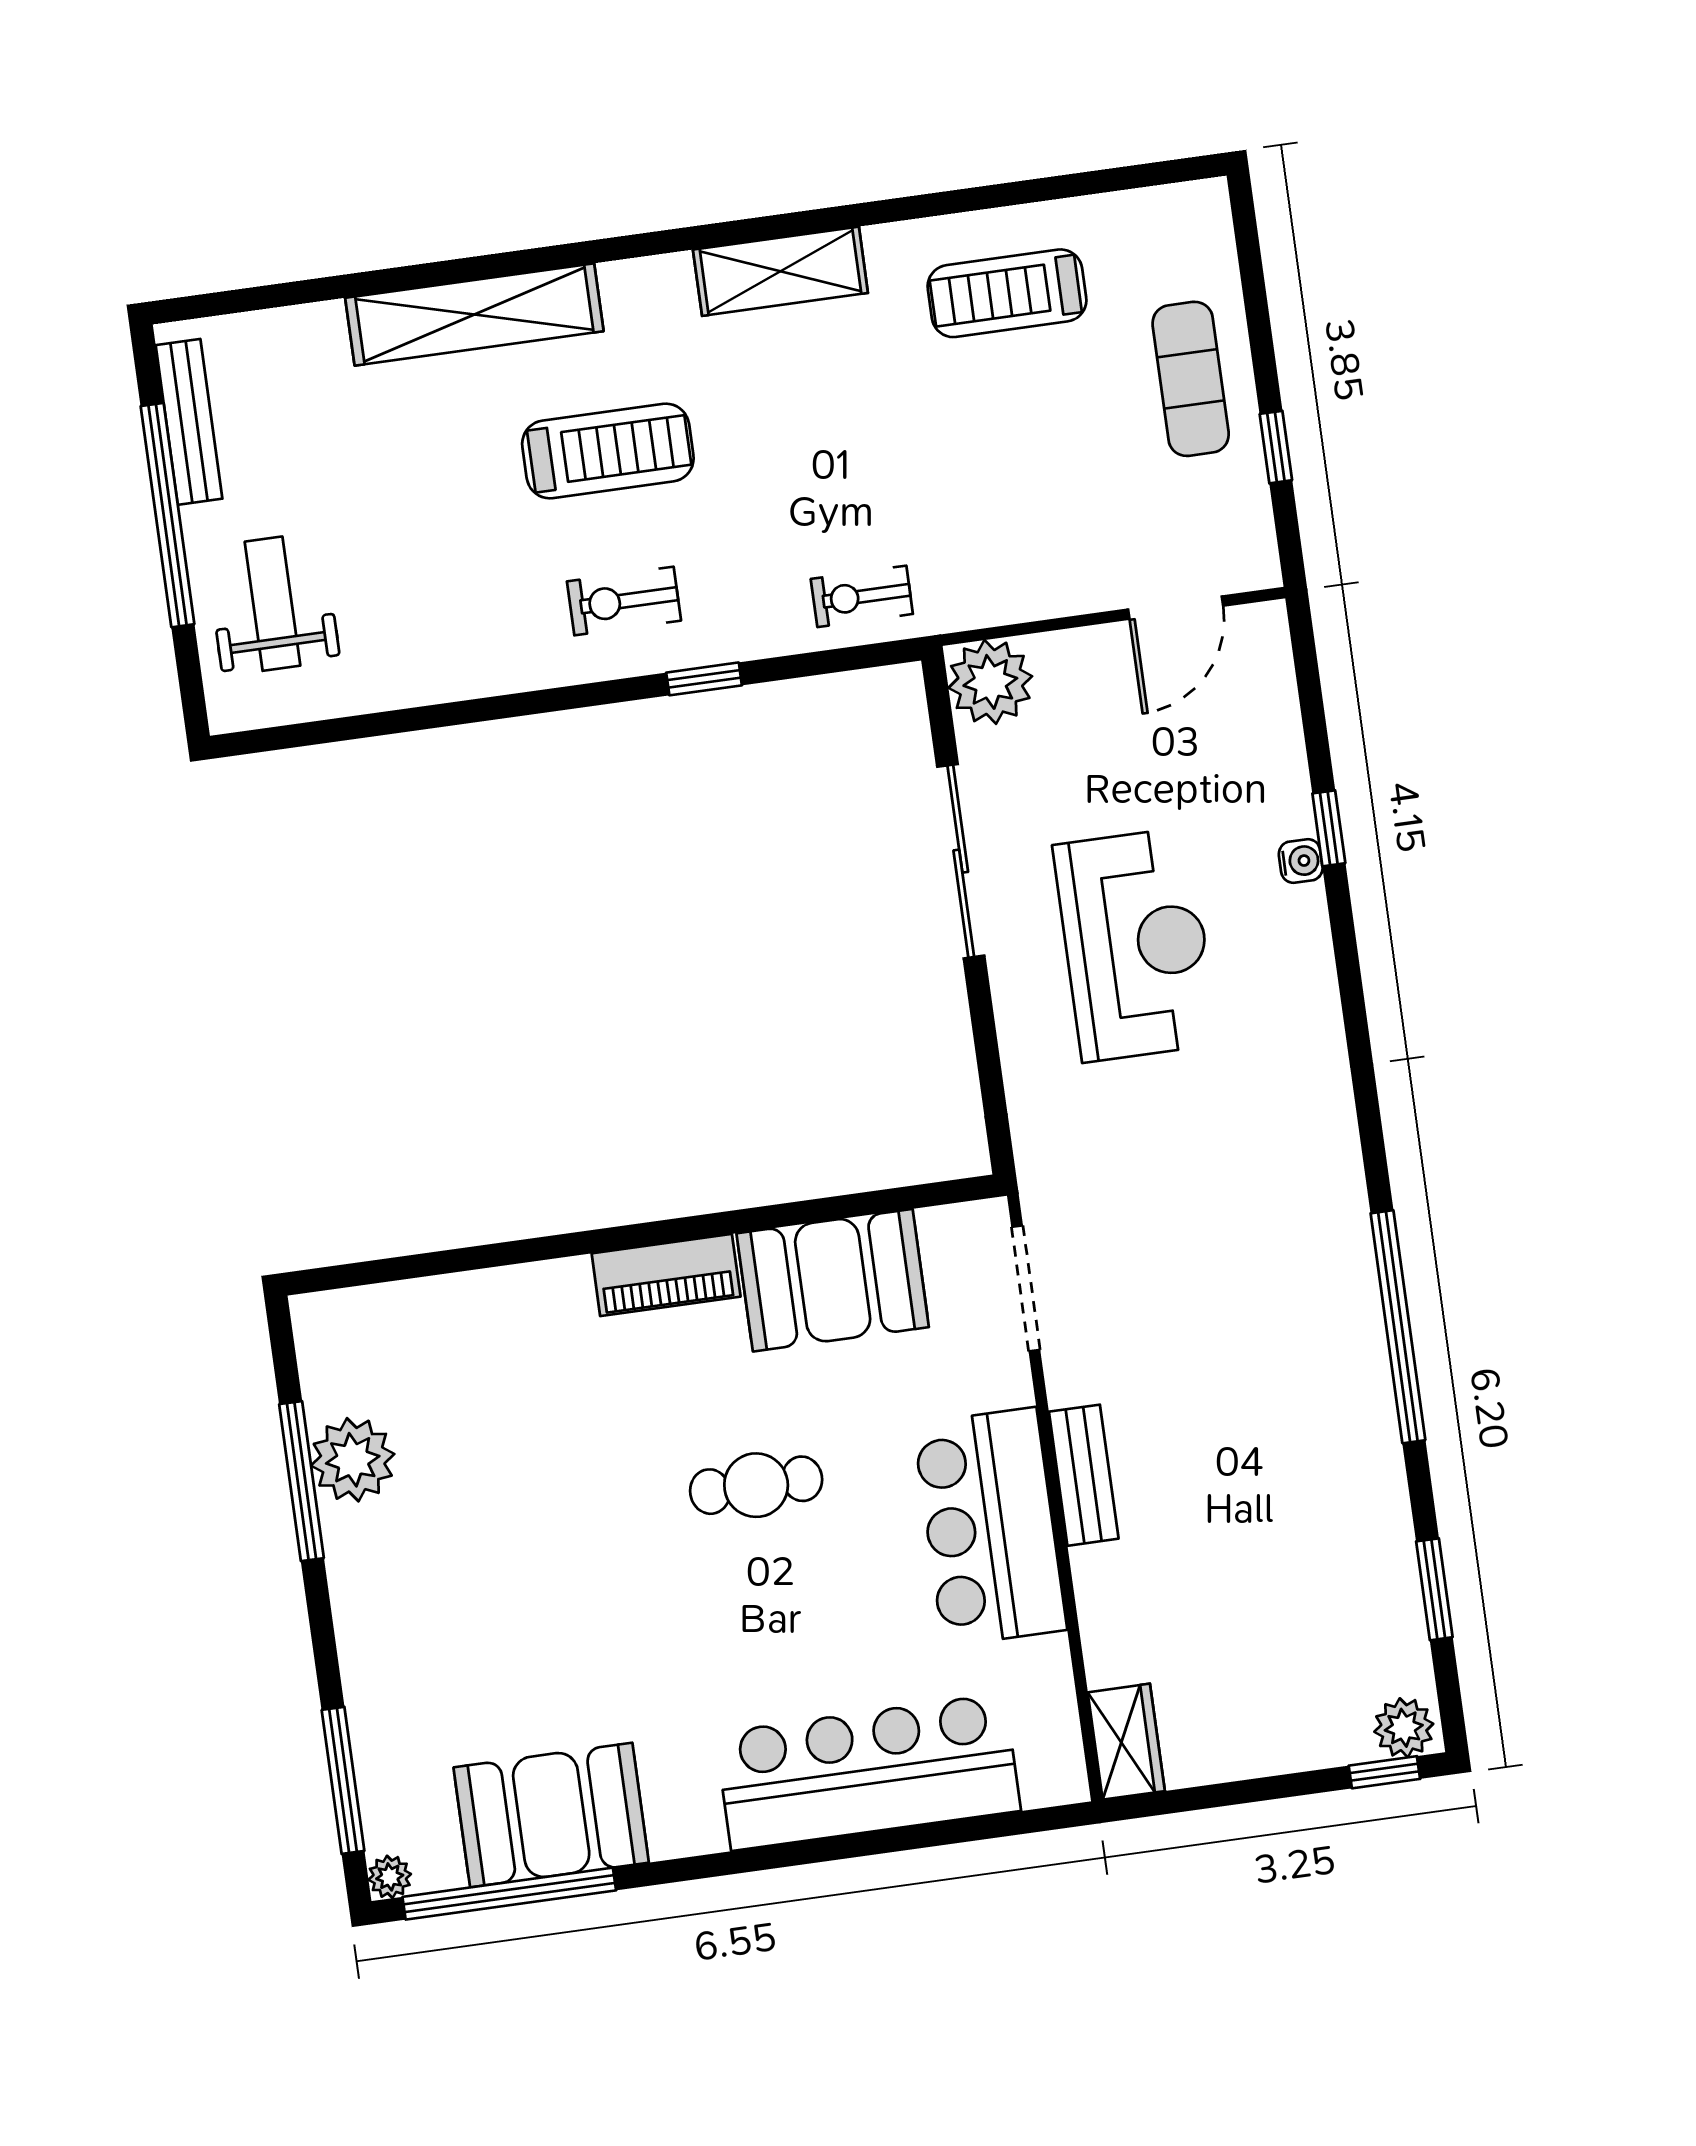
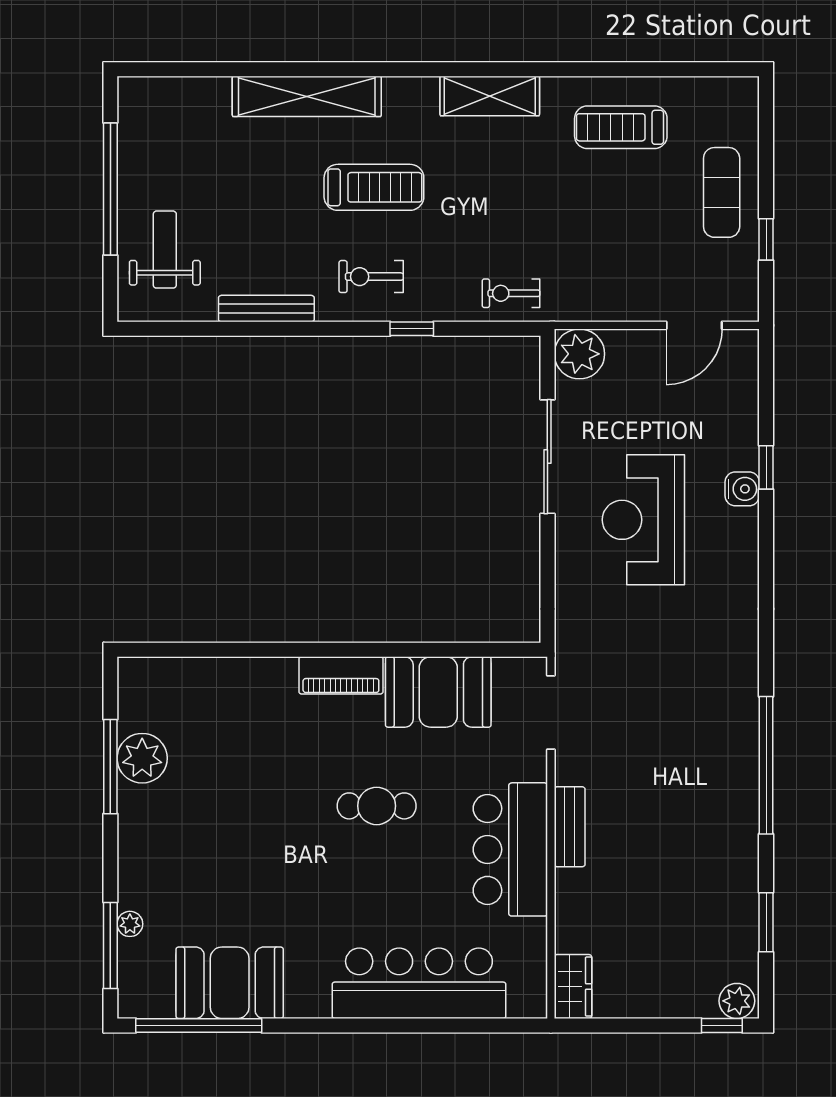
bench: (189, 422) -> (266, 309), moved, turned 90
water cooler: (1301, 861) -> (742, 489), width x1.38, depth x1.38
reception desk: (1136, 945) -> (643, 520), turned 180
plant: (390, 1877) -> (130, 924), moved

